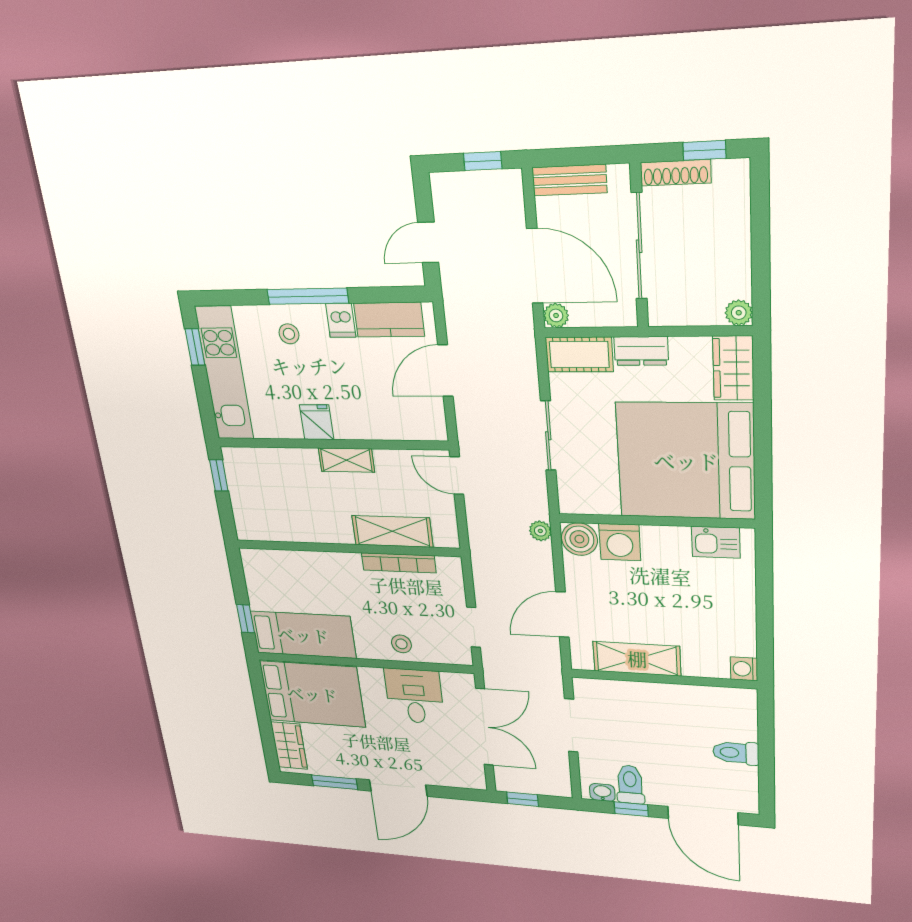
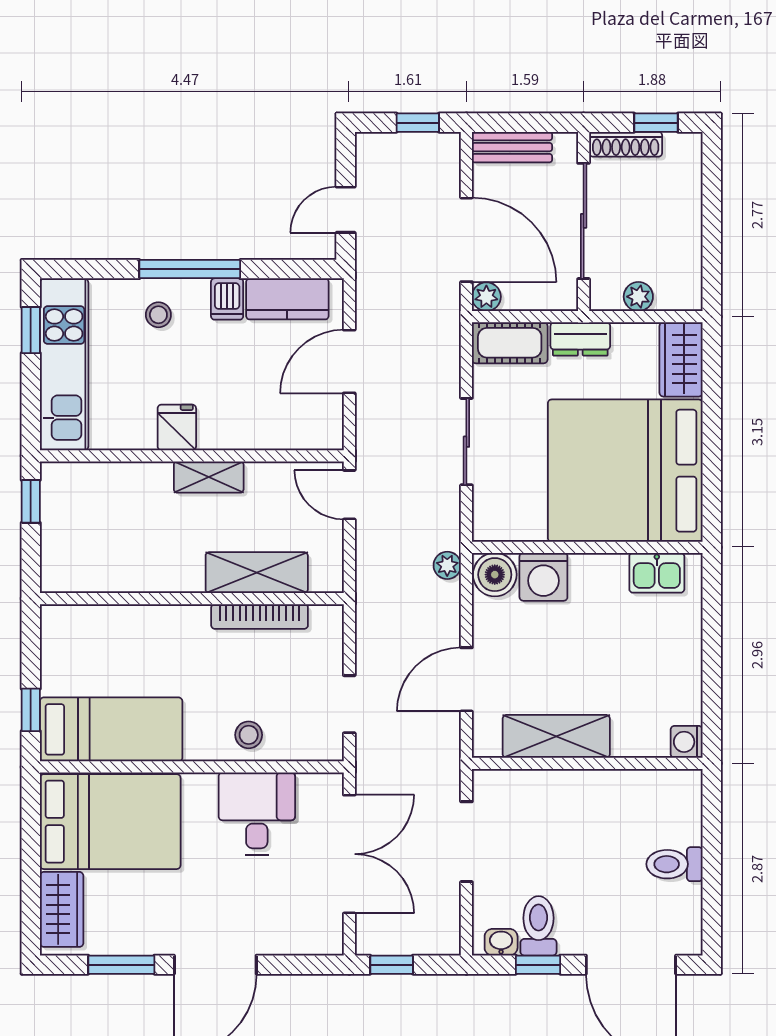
plant: (739, 313) -> (638, 297), moved

